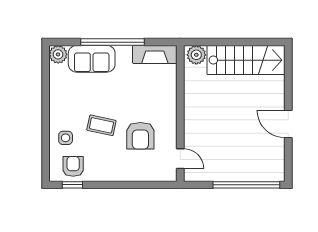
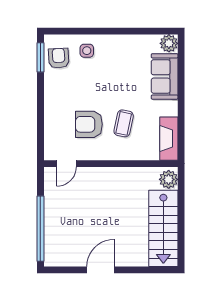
window: (112, 42) -> (181, 97), removed
coffee table: (101, 125) -> (124, 123), moved
armchair: (73, 166) -> (59, 58), turned -93
window: (72, 185) -> (40, 57), width x1.50

